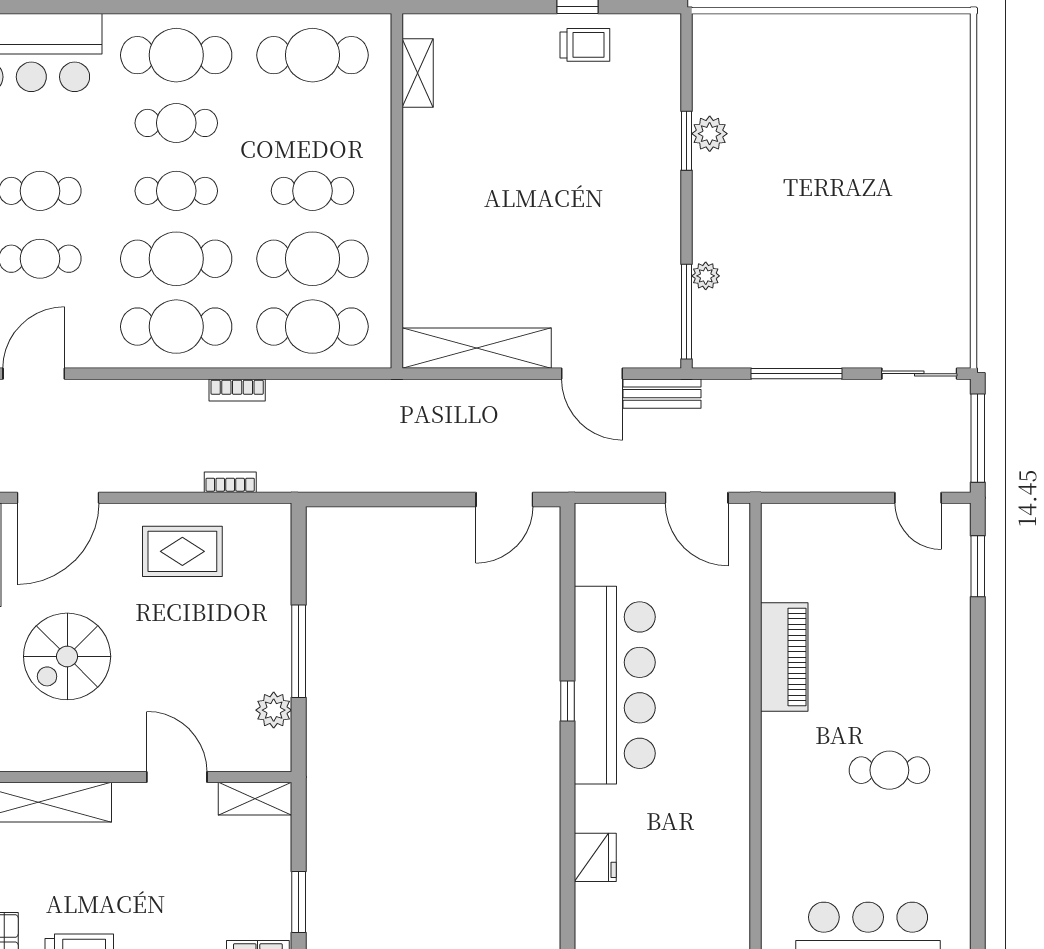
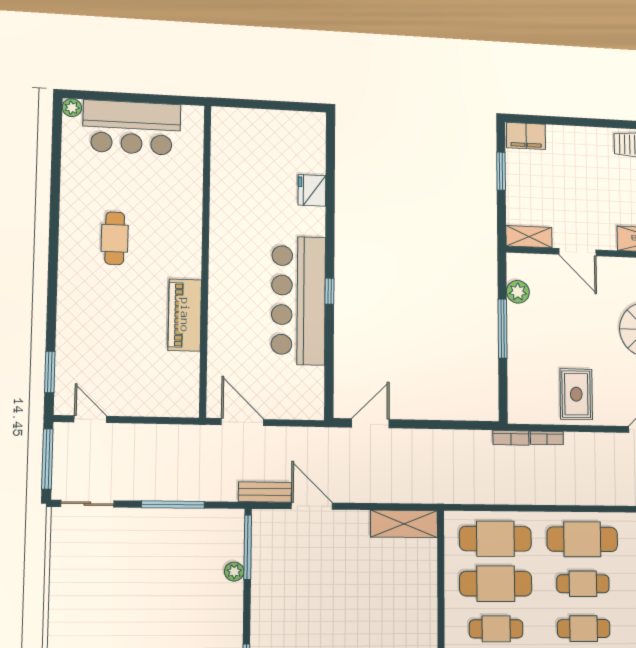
cafe table: (176, 259) -> (583, 584), width x0.73, depth x0.74
shelving: (477, 348) -> (404, 524), width x0.68
bookcase: (237, 390) -> (511, 438), moved, turned 180
rug: (182, 551) -> (576, 394), turned 90
cafe table: (889, 770) -> (115, 238), turned 90

